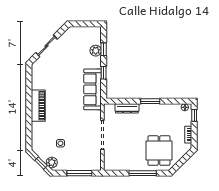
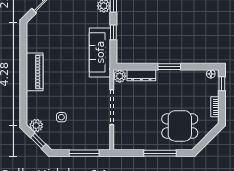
plant: (109, 109) -> (120, 76), added
dining table: (159, 151) -> (180, 126), turned 90
plant: (52, 162) -> (36, 126), moved

